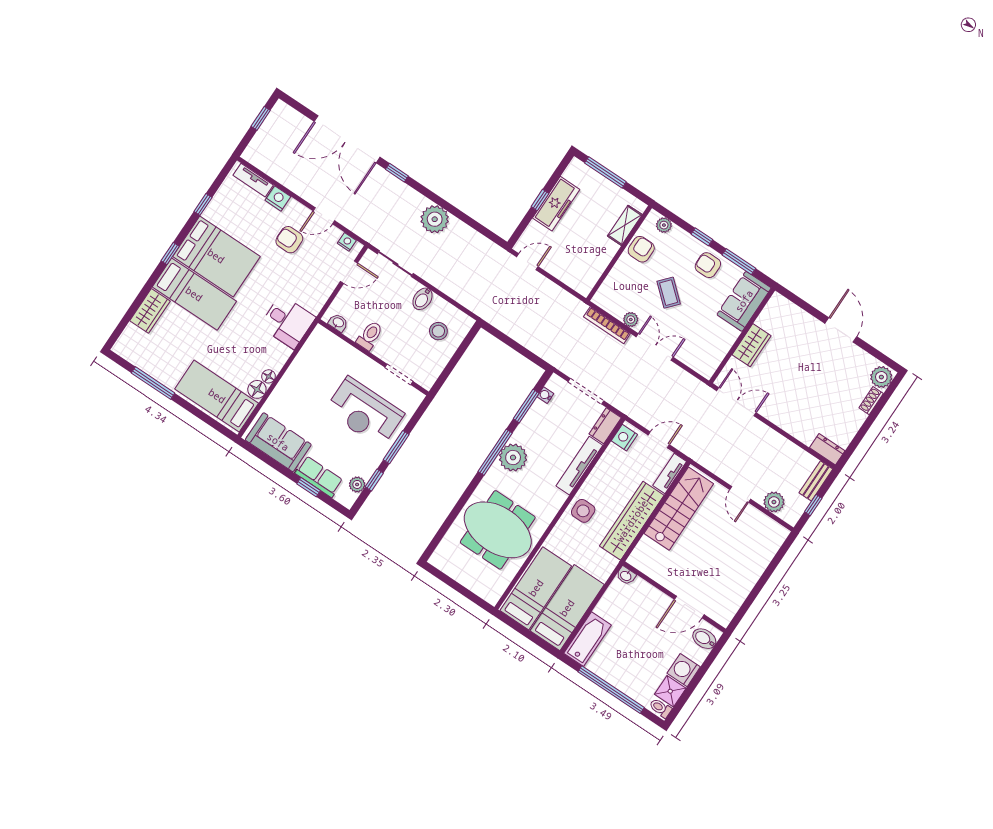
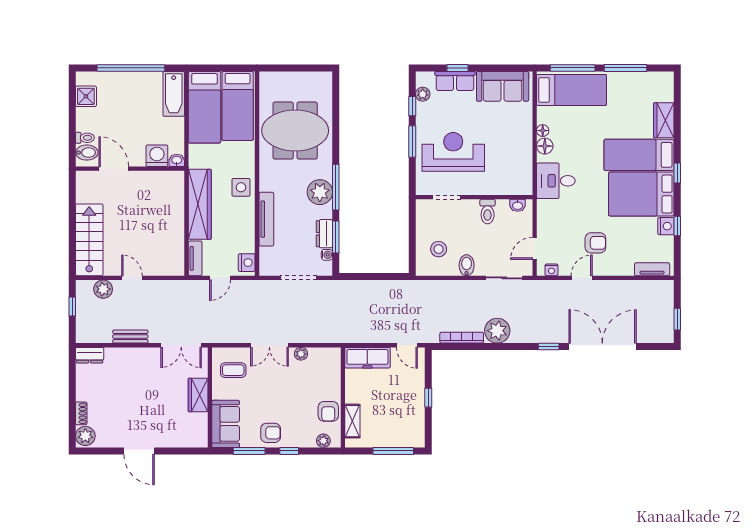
nightstand: (278, 198) -> (666, 226), moved, turned -90
freezer: (556, 204) -> (367, 358), moved, turned -90
door: (527, 262) -> (407, 345), hinge flipped
coffee table: (669, 293) -> (233, 370), moved, turned -41
bookcase: (607, 325) -> (462, 338), moved
floor lamp: (257, 389) -> (545, 146), moved
window: (202, 416) -> (573, 68), added
dresser: (605, 426) -> (324, 234), moved, turned 180
bench: (816, 481) -> (130, 337), moved, turned 90
stairs: (679, 509) -> (89, 240), moved, turned 180
door: (689, 607) -> (114, 169), hinge flipped
washing machine: (684, 670) -> (157, 156), moved, turned -90
toilet: (660, 708) -> (85, 138), moved

